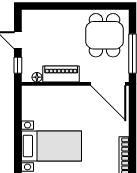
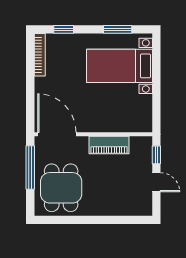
floor lamp: (37, 77) -> (135, 142), removed

